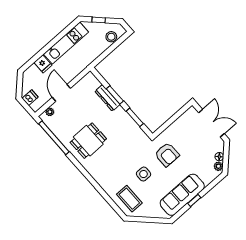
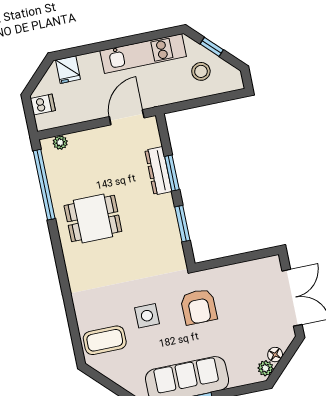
stool: (111, 37) -> (201, 71), moved
fridge: (43, 64) -> (68, 70), moved
door: (61, 93) -> (127, 117), moved
coffee table: (129, 199) -> (105, 340), turned 90

